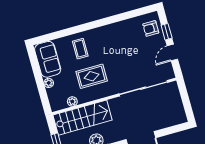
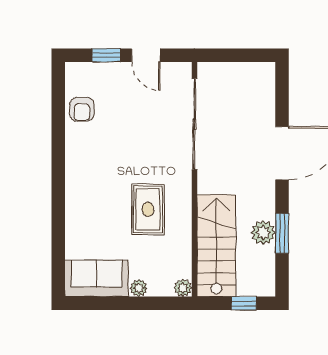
armchair: (151, 28) -> (82, 109), moved
coffee table: (80, 49) -> (94, 216), removed
plant: (72, 101) -> (183, 288), moved

